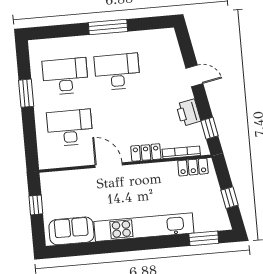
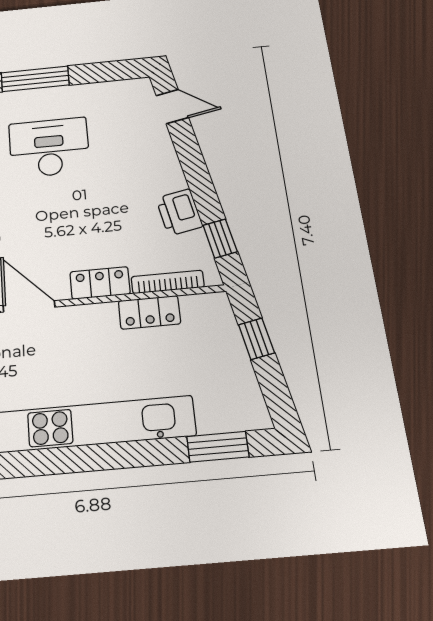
door: (194, 76) -> (172, 107), moved
locker: (193, 167) -> (149, 312), moved
window: (230, 198) -> (256, 339), moved

